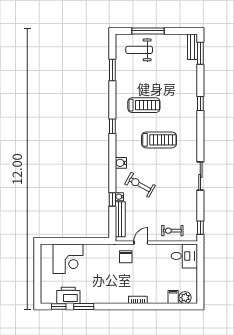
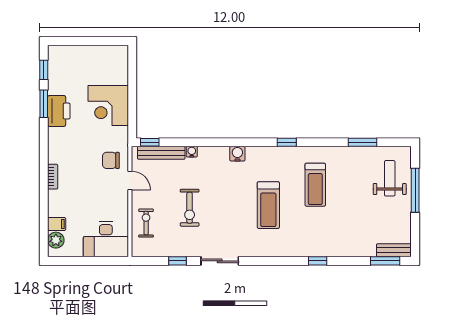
exercise bike: (140, 185) -> (190, 208), moved, turned 151
window: (112, 199) -> (150, 142), moved
window: (200, 228) -> (177, 261), moved
desk: (184, 256) -> (106, 239), width x1.37
corner desk: (68, 259) -> (108, 105), moved
printer: (68, 295) -> (59, 111), moved

